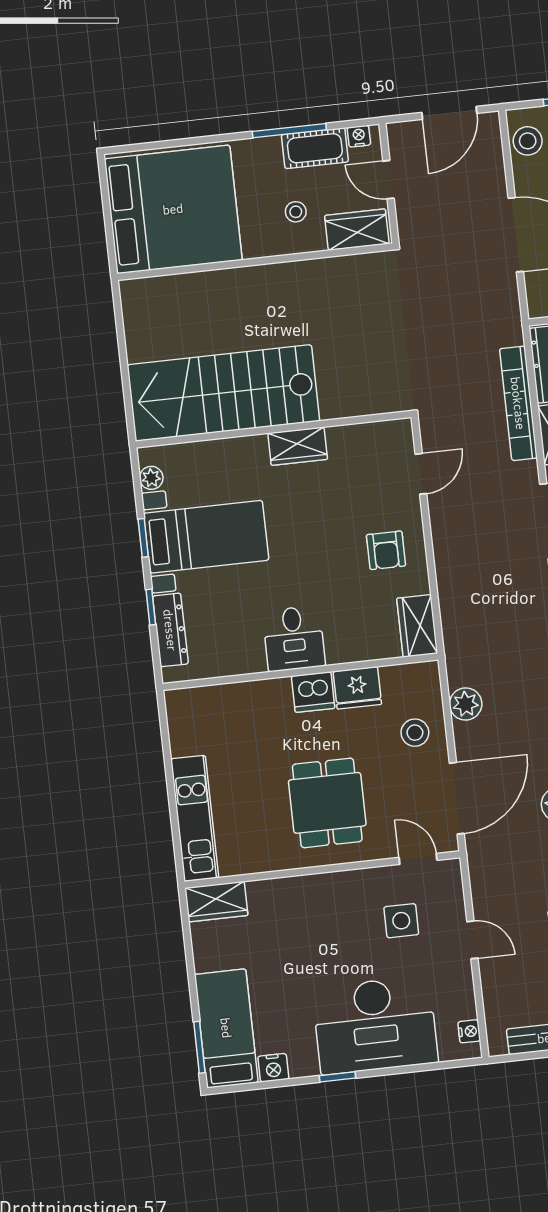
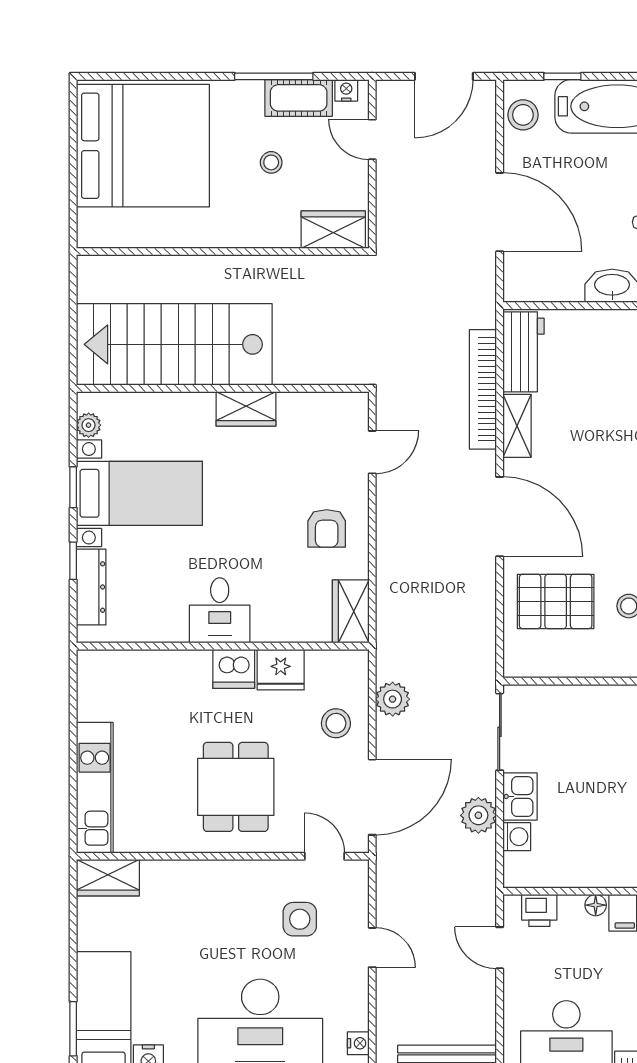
wardrobe: (357, 230) -> (333, 230), moved
wall: (255, 262) -> (223, 251), moved

